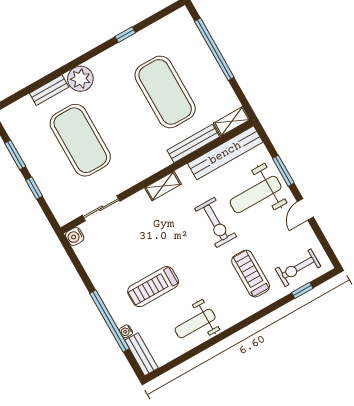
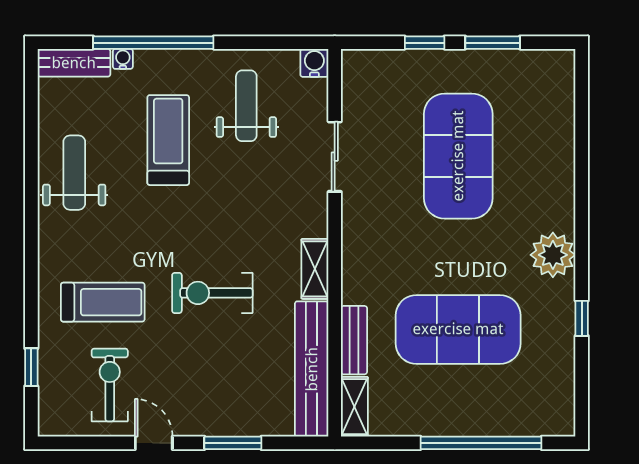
plant: (80, 79) -> (553, 255), moved
bench: (49, 90) -> (563, 152), removed
exercise mat: (80, 140) -> (458, 156), turned 90
bench: (193, 143) -> (354, 340), width x0.73
shelving: (163, 186) -> (315, 269), moved
weight bench: (256, 195) -> (246, 106), moved, width x0.73, depth x0.75
sliding door: (101, 208) -> (335, 157), moved
exercise bike: (298, 268) -> (110, 385), moved

